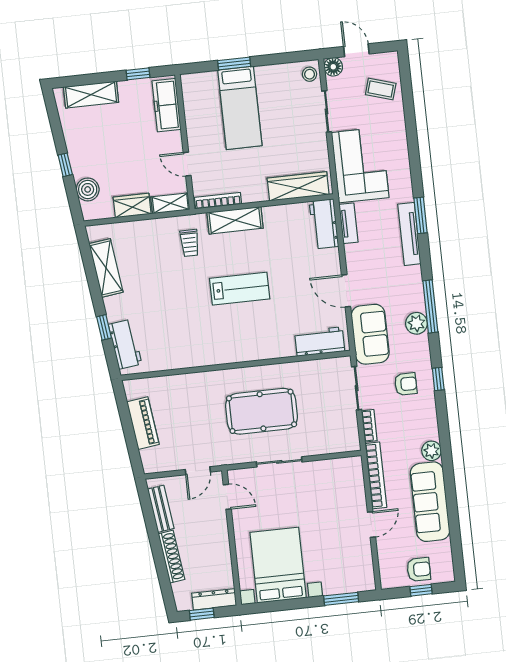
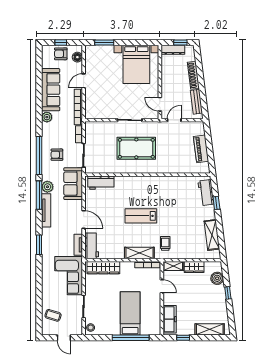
window: (234, 63) -> (131, 338), width x2.11
floor lamp: (333, 67) -> (77, 57), moved
tv unit: (409, 234) -> (46, 210), moved
door: (346, 291) -> (84, 220), moved
window: (438, 379) -> (39, 155), width x3.17

